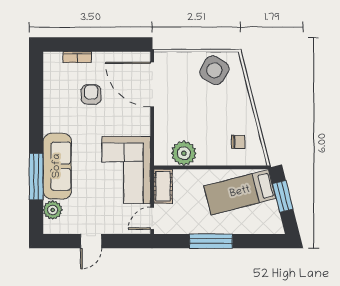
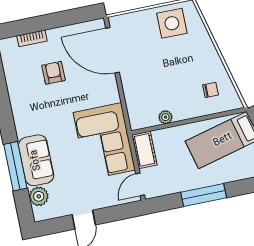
side table: (214, 70) -> (172, 23), turned -31
plant: (184, 153) -> (165, 117), width x0.53, depth x0.53
sofa: (57, 166) -> (36, 160), width x0.73

